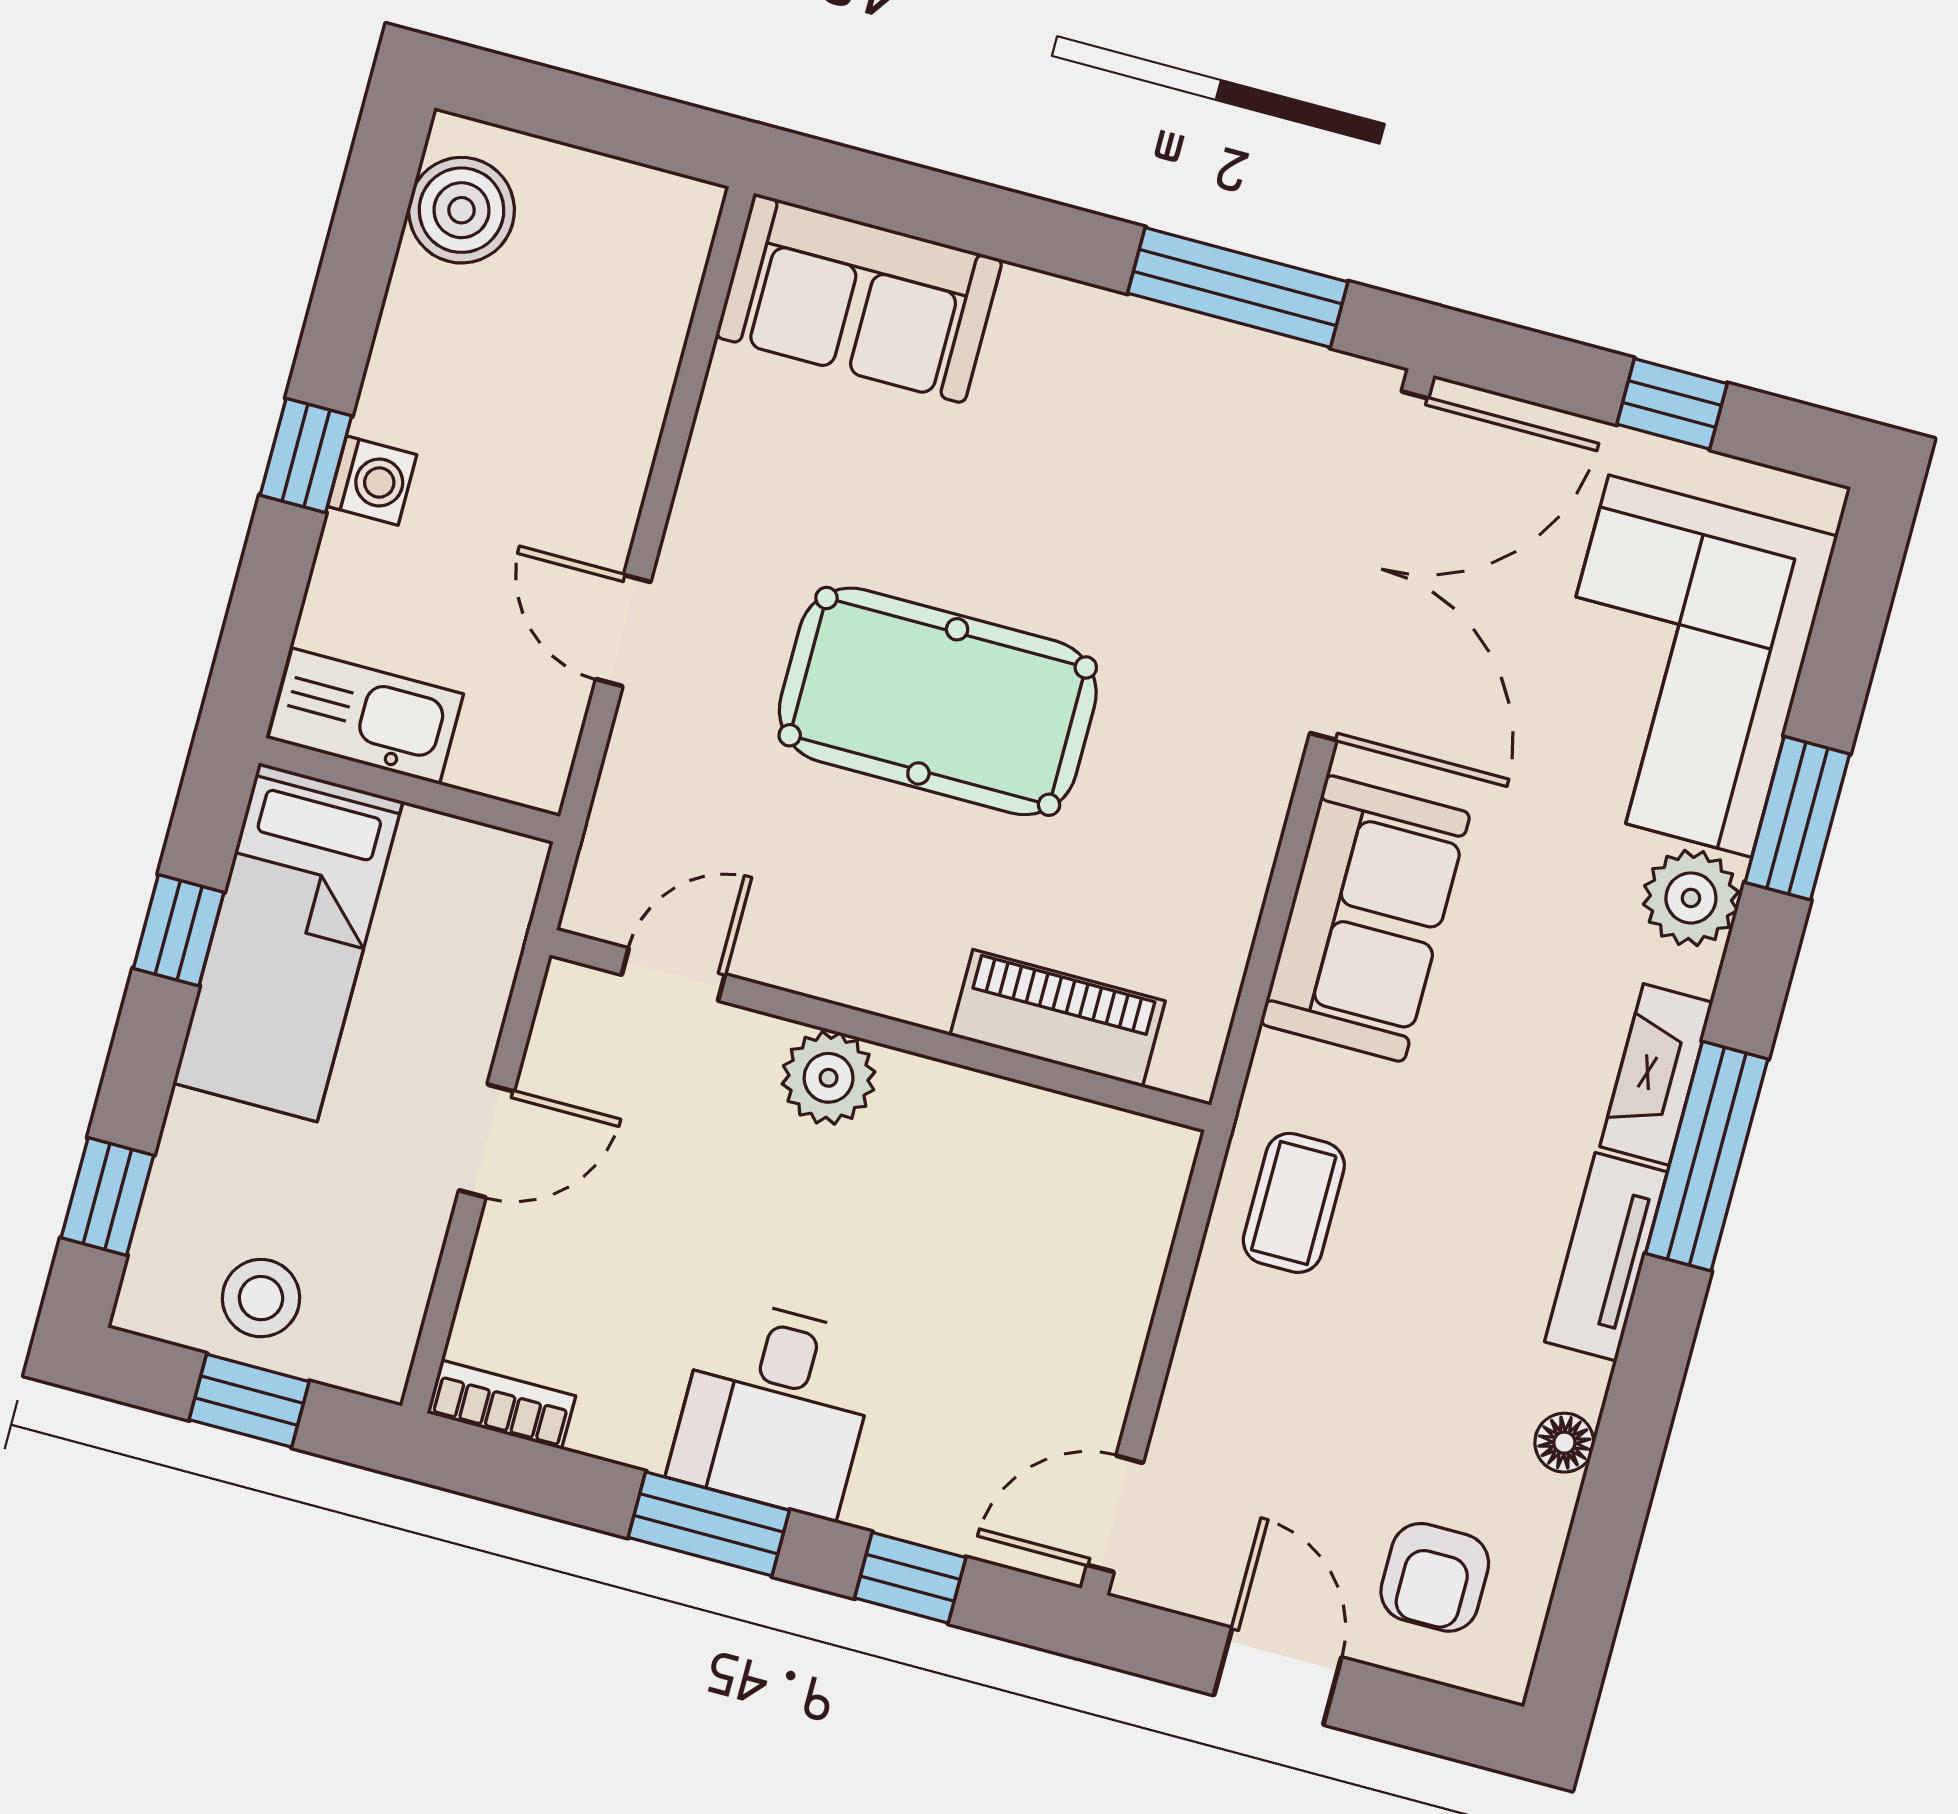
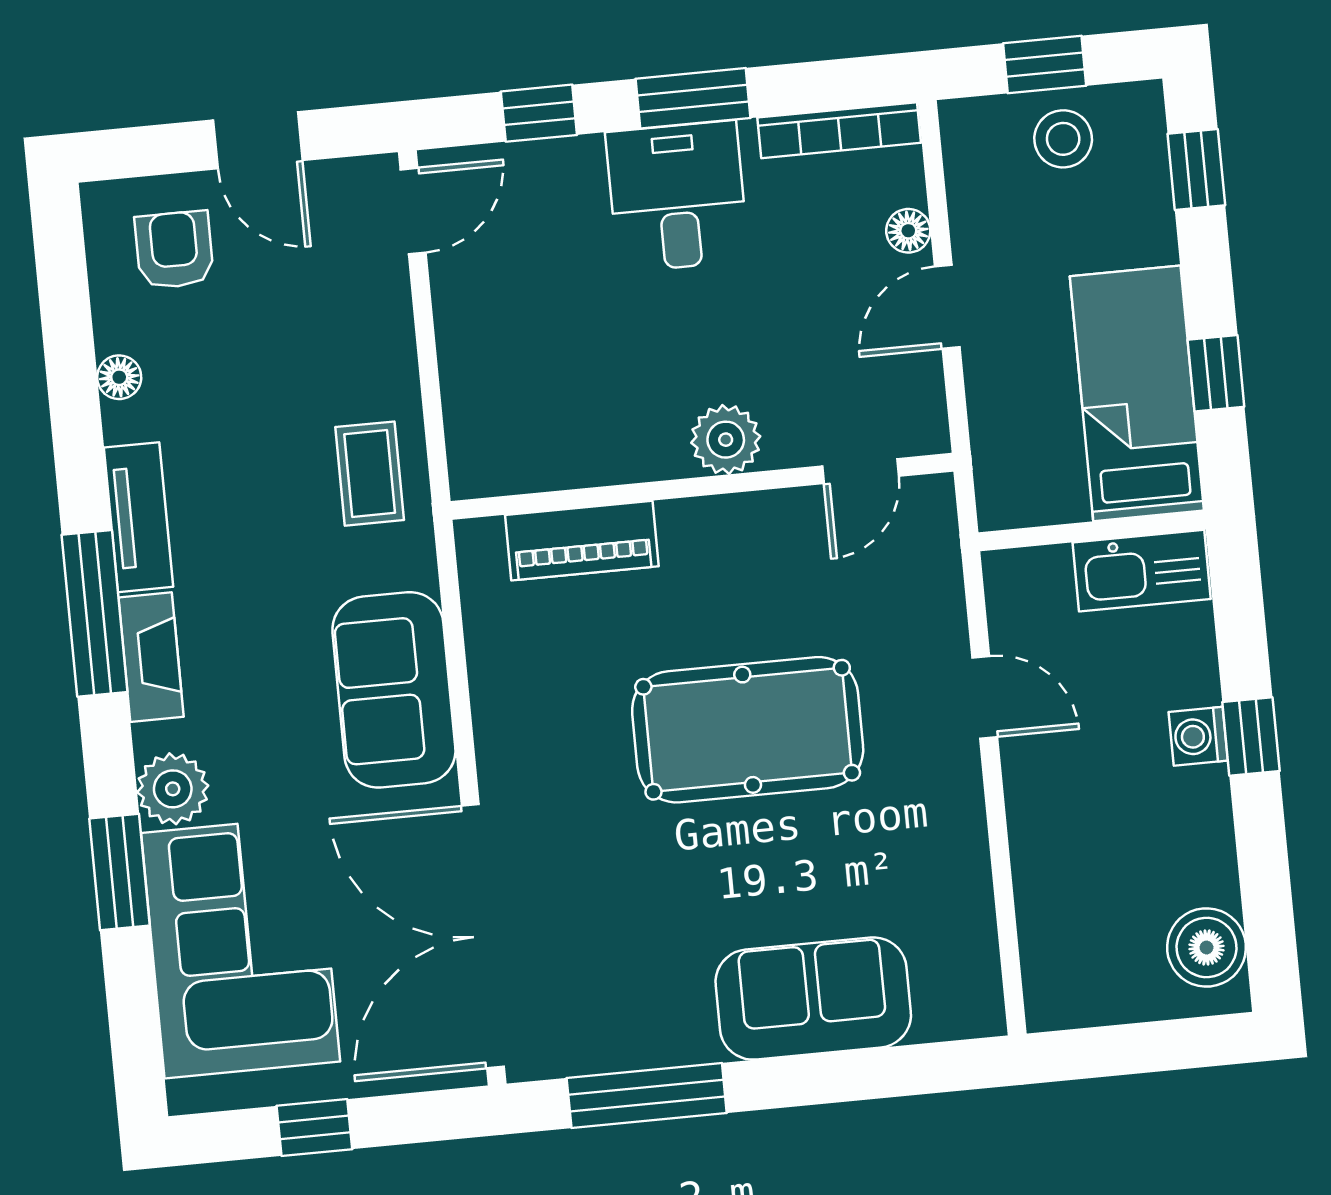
sofa: (859, 298) -> (813, 999), moved
floor lamp: (500, 1255) -> (908, 231), added
bookcase: (502, 1405) -> (839, 130), width x1.56

